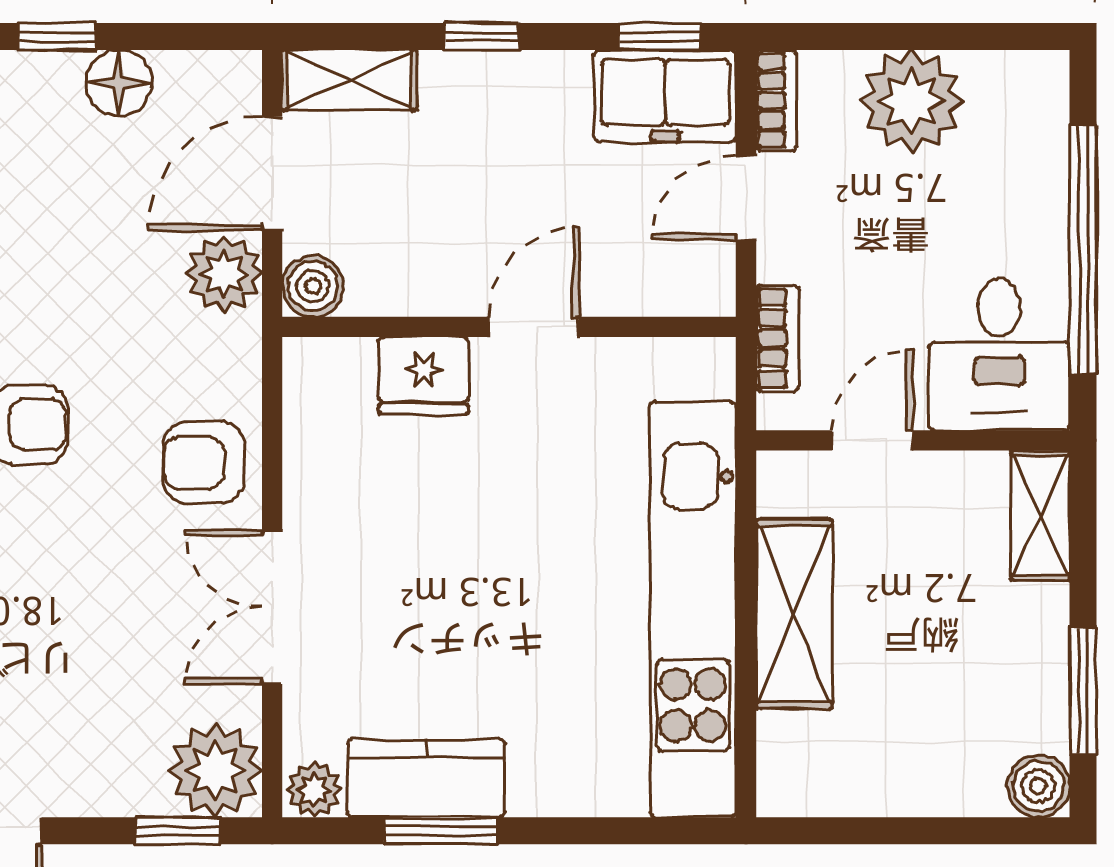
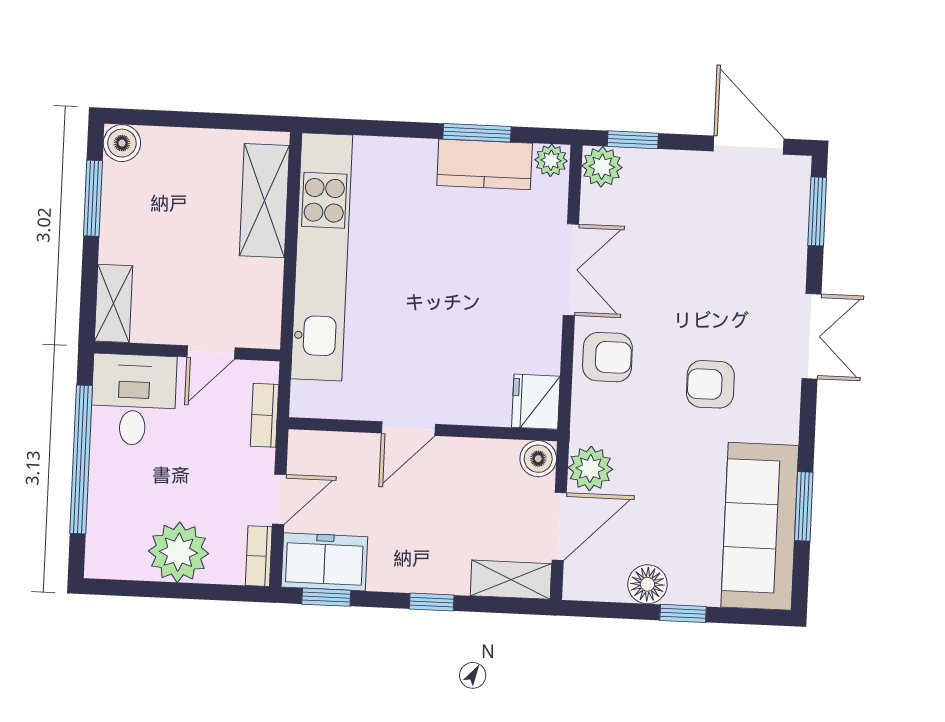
fridge: (424, 376) -> (536, 402), moved, turned -90
shelving: (794, 614) -> (264, 201), moved
plant: (215, 771) -> (602, 167), width x0.73, depth x0.73

